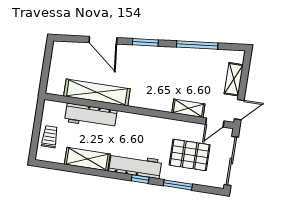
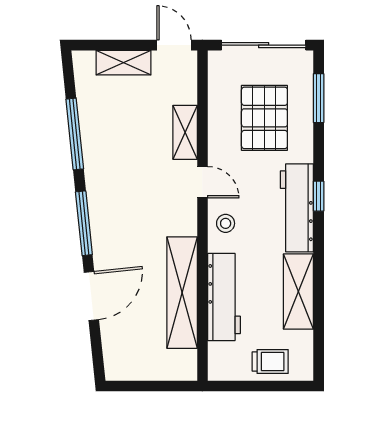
window: (145, 42) -> (84, 223), width x1.44
stool: (133, 123) -> (226, 223), added
door: (215, 123) -> (202, 182), moved
trolley: (50, 137) -> (270, 362), turned 180
window: (178, 185) -> (319, 98), moved

